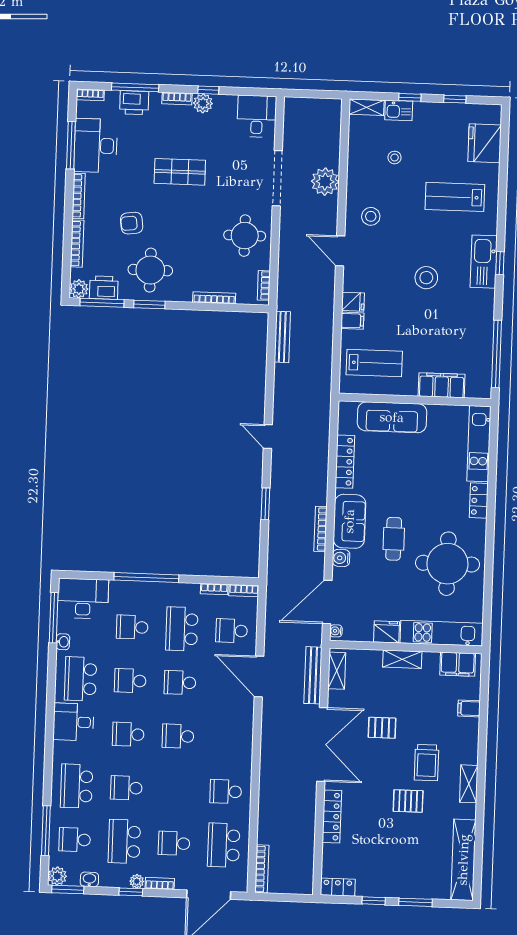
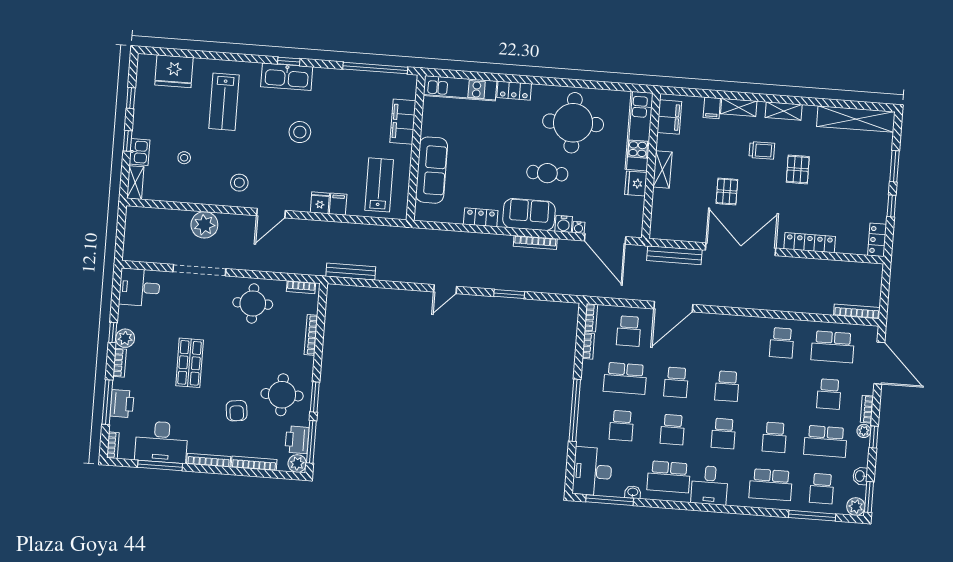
locker: (345, 462) -> (481, 217), width x0.66
water cooler: (336, 631) -> (579, 227), moved
shelving: (337, 671) -> (739, 107), moved
trolley: (427, 763) -> (762, 150), width x0.73, depth x0.72

